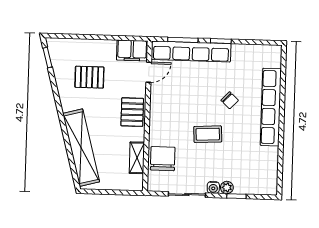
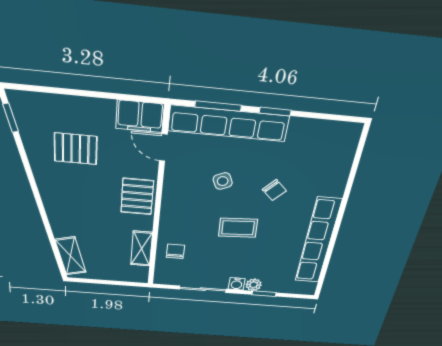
door: (149, 72) -> (163, 148), swing flipped
side table: (192, 95) -> (223, 181), added
row of seats: (271, 107) -> (318, 241), moved
shelving: (81, 148) -> (71, 256), width x0.45, depth x0.75
chair: (163, 159) -> (175, 251), width x0.54, depth x0.54

